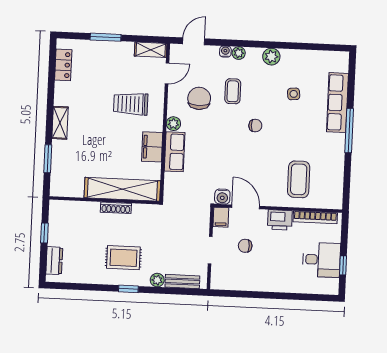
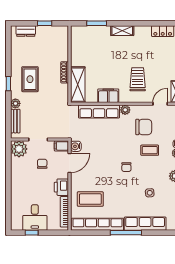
door: (167, 73) -> (160, 104), swing flipped
row of seats: (175, 152) -> (99, 112), width x1.48
row of seats: (335, 171) -> (97, 224), added
shelving: (122, 189) -> (78, 85), width x0.68
plant: (222, 278) -> (19, 149), added

